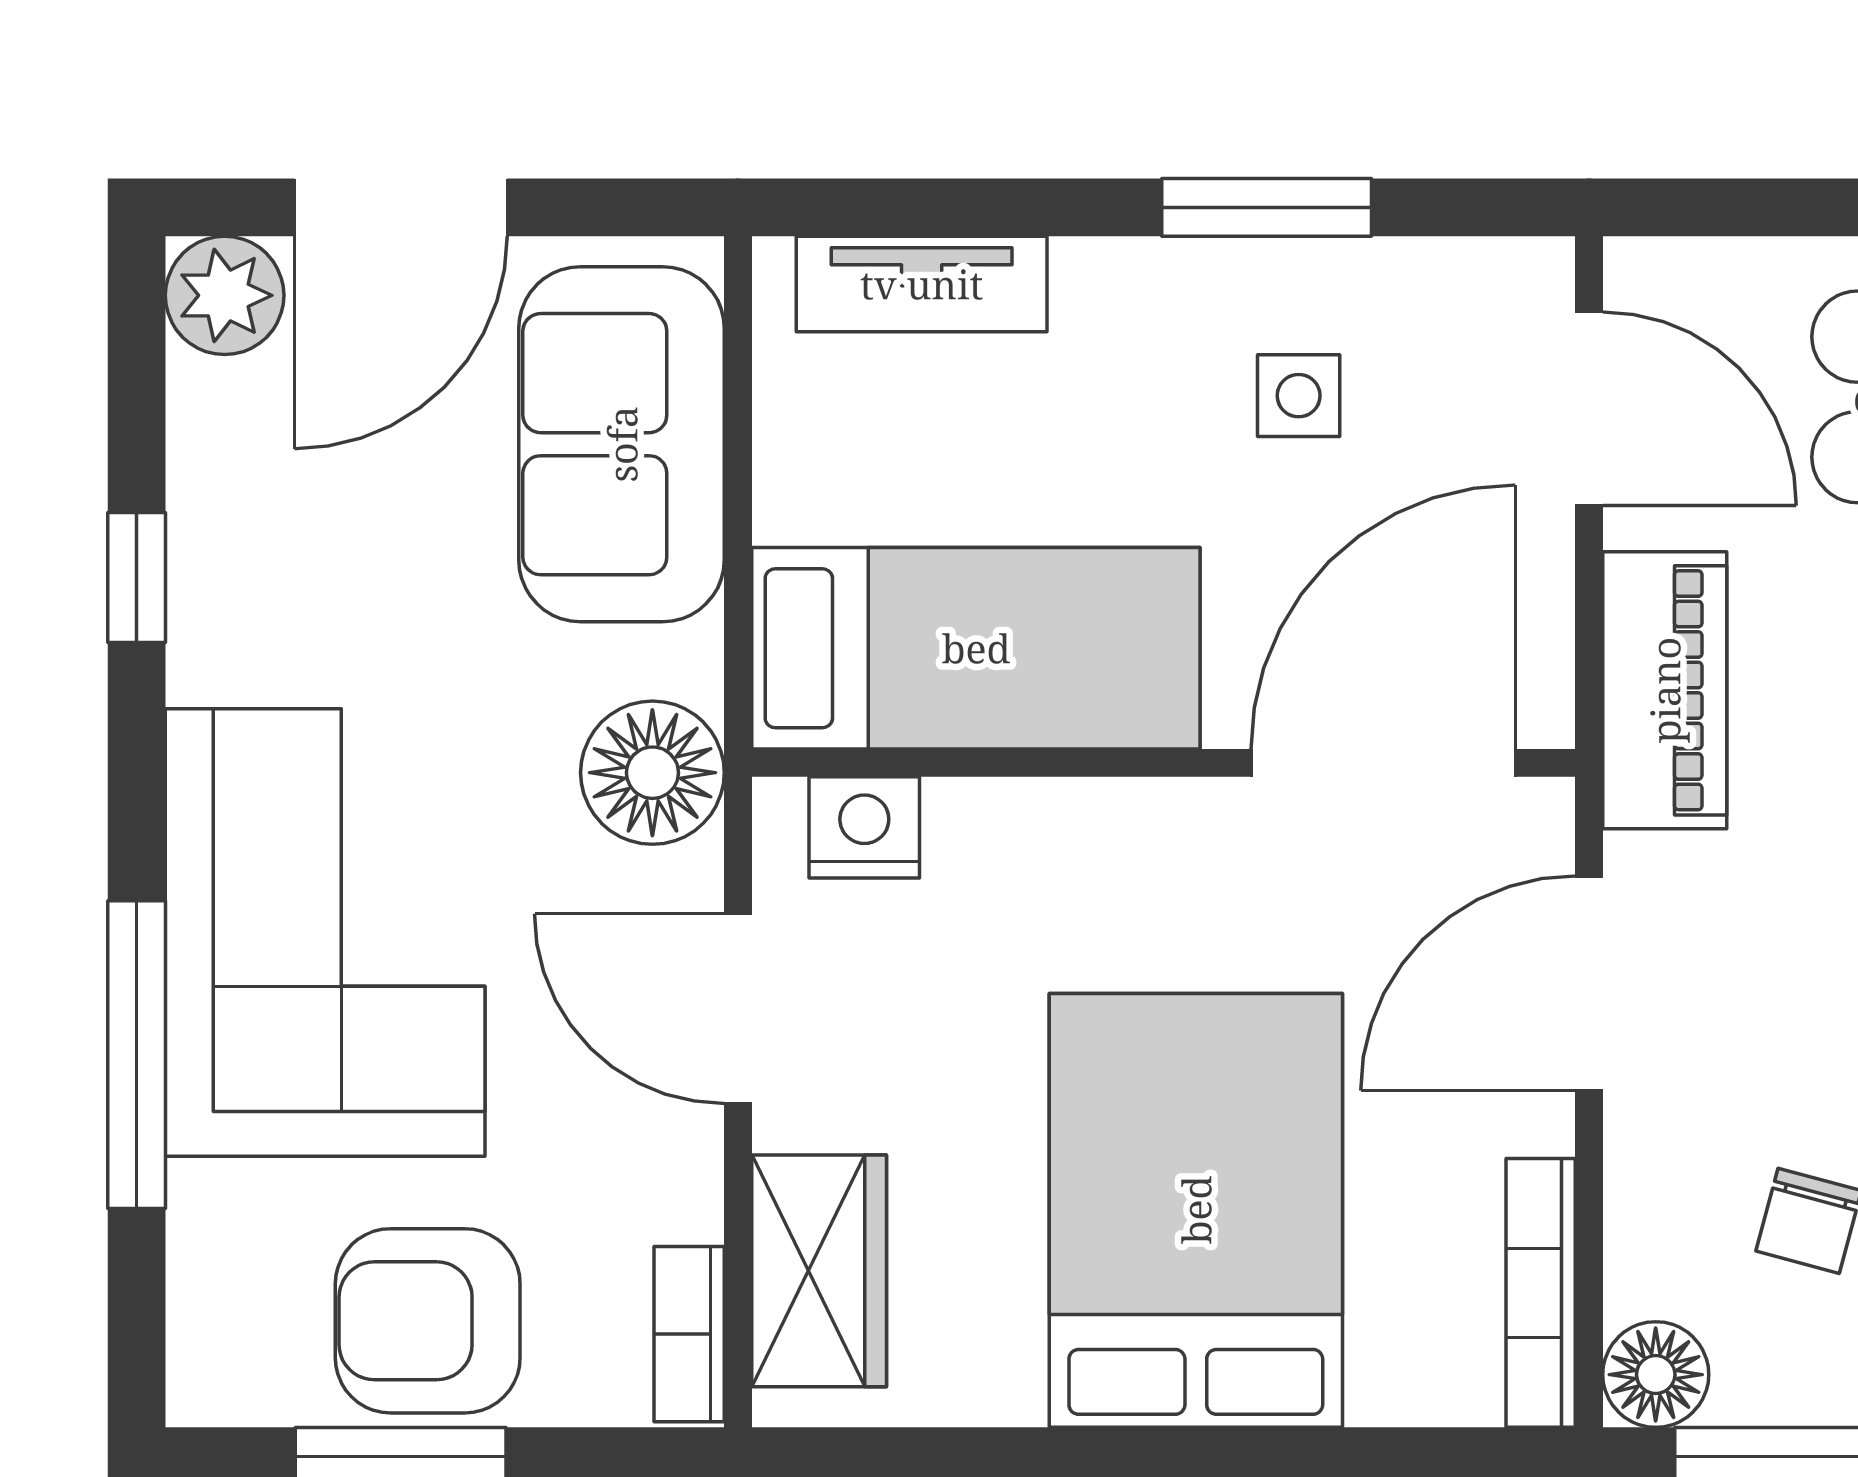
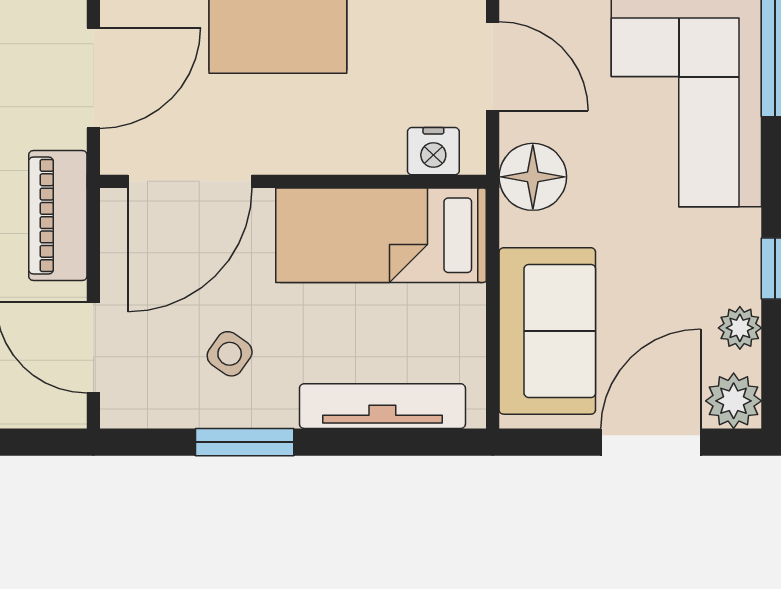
tv unit: (922, 284) -> (382, 406), width x1.41
side table: (1299, 396) -> (230, 354), turned 35
plant: (211, 451) -> (740, 328), added

